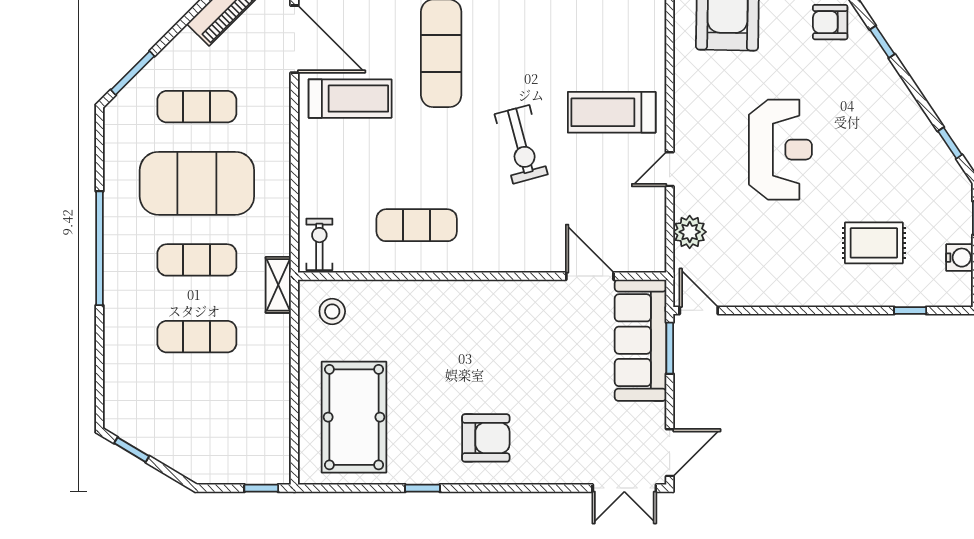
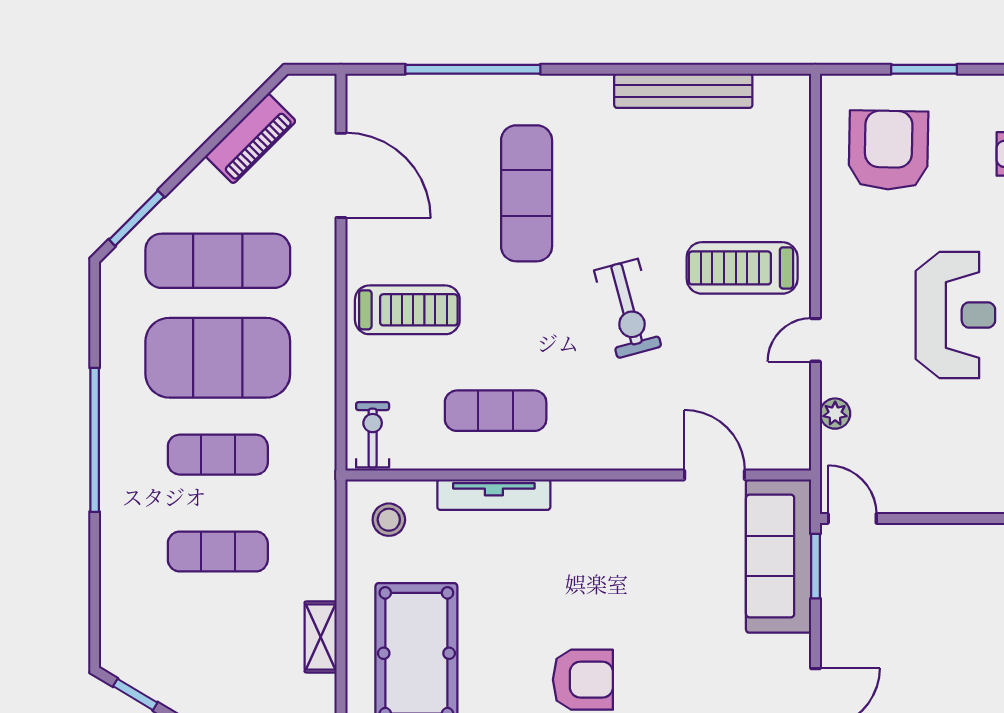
treadmill: (350, 99) -> (407, 310), moved
exercise mat: (197, 107) -> (218, 261), width x1.36, depth x1.45
plant: (690, 232) -> (835, 414), width x0.73, depth x0.73
shelving: (278, 285) -> (321, 637), moved
tv unit: (415, 292) -> (494, 495), added

